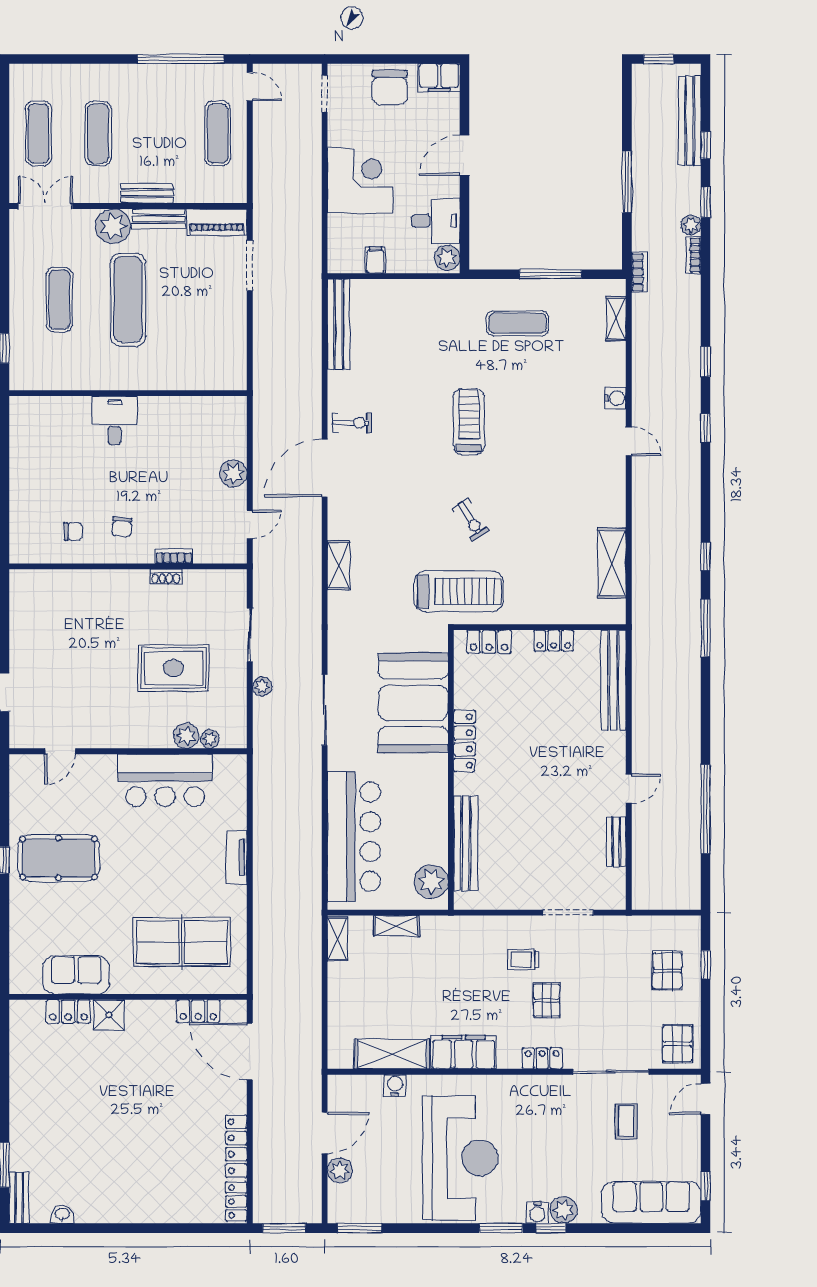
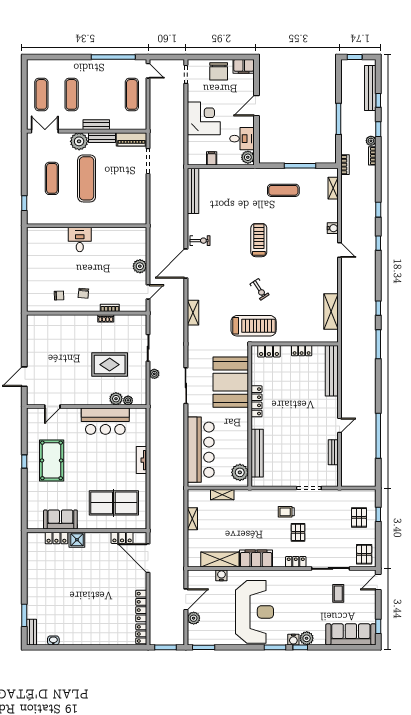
pool table: (59, 858) -> (52, 460), turned 90
shelving: (337, 939) -> (192, 519), moved

